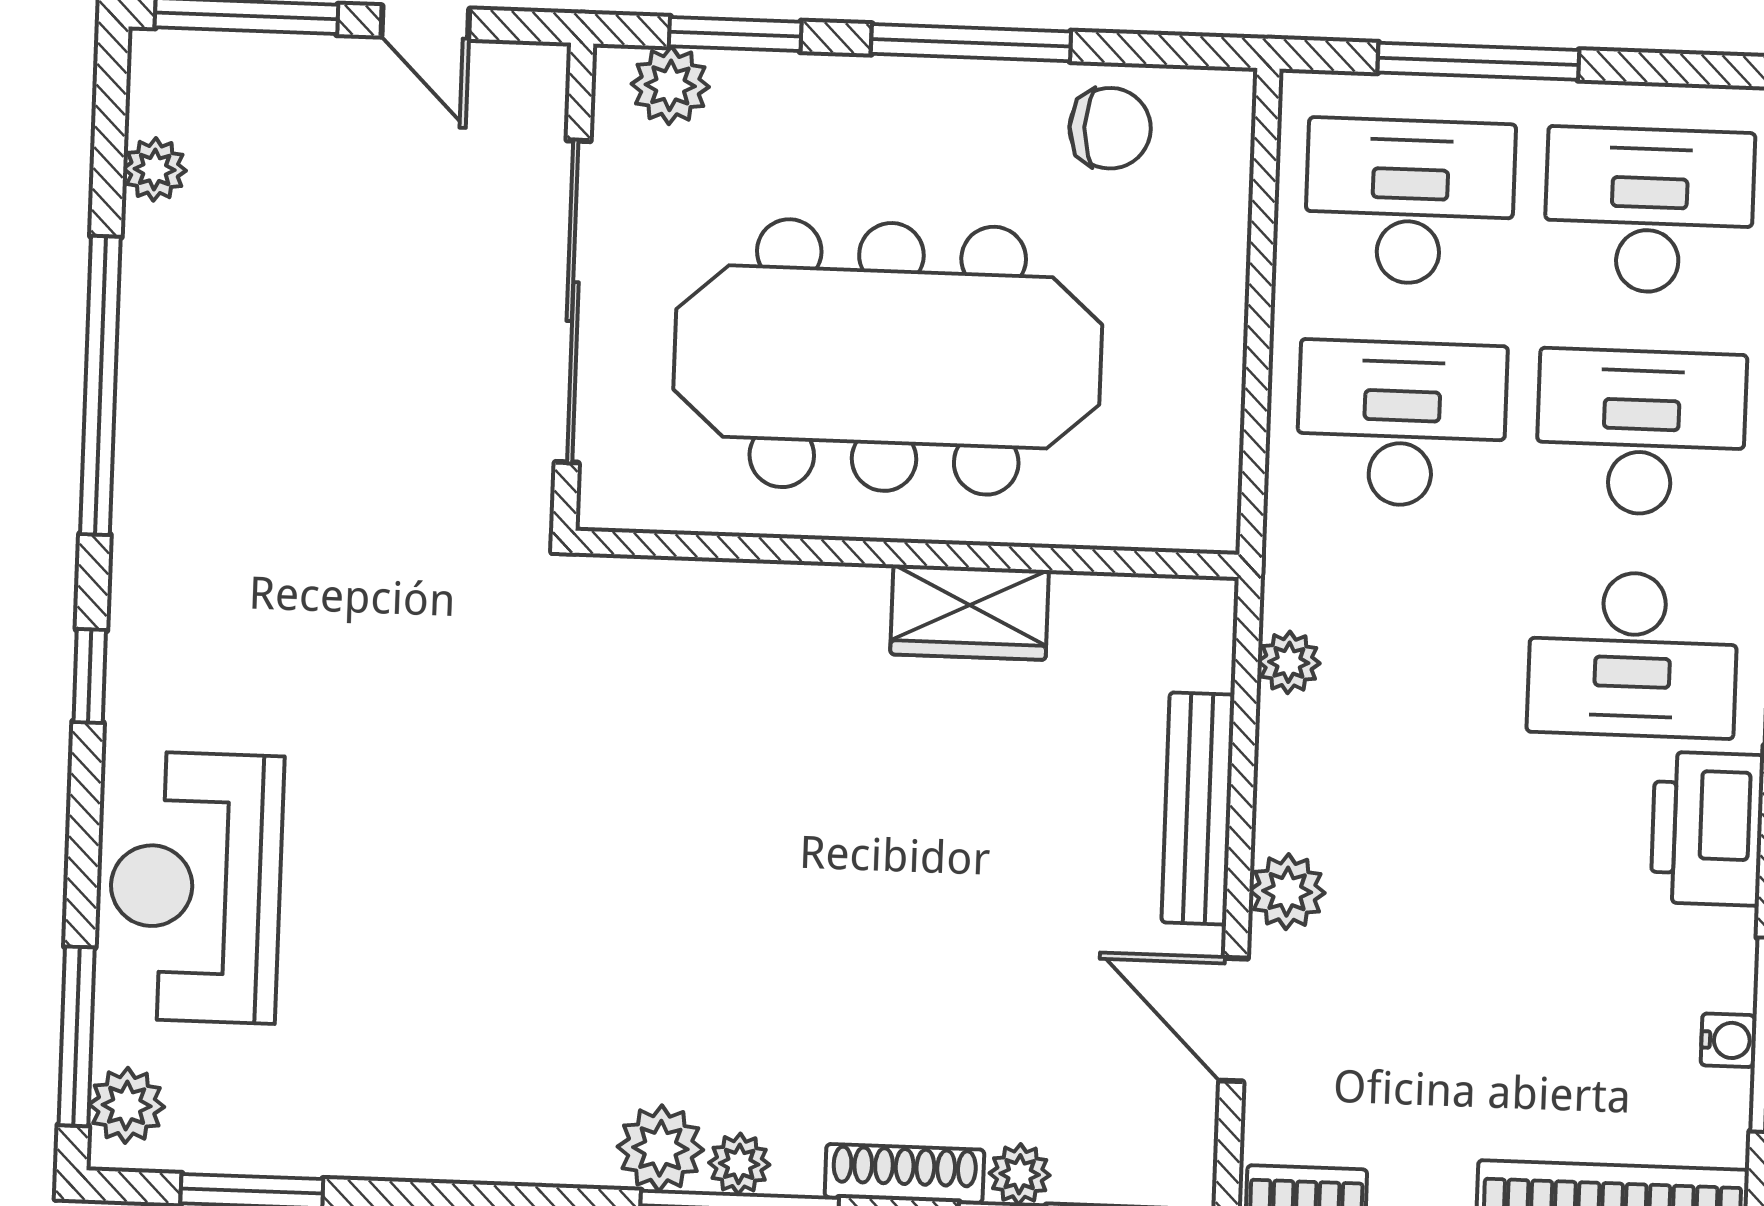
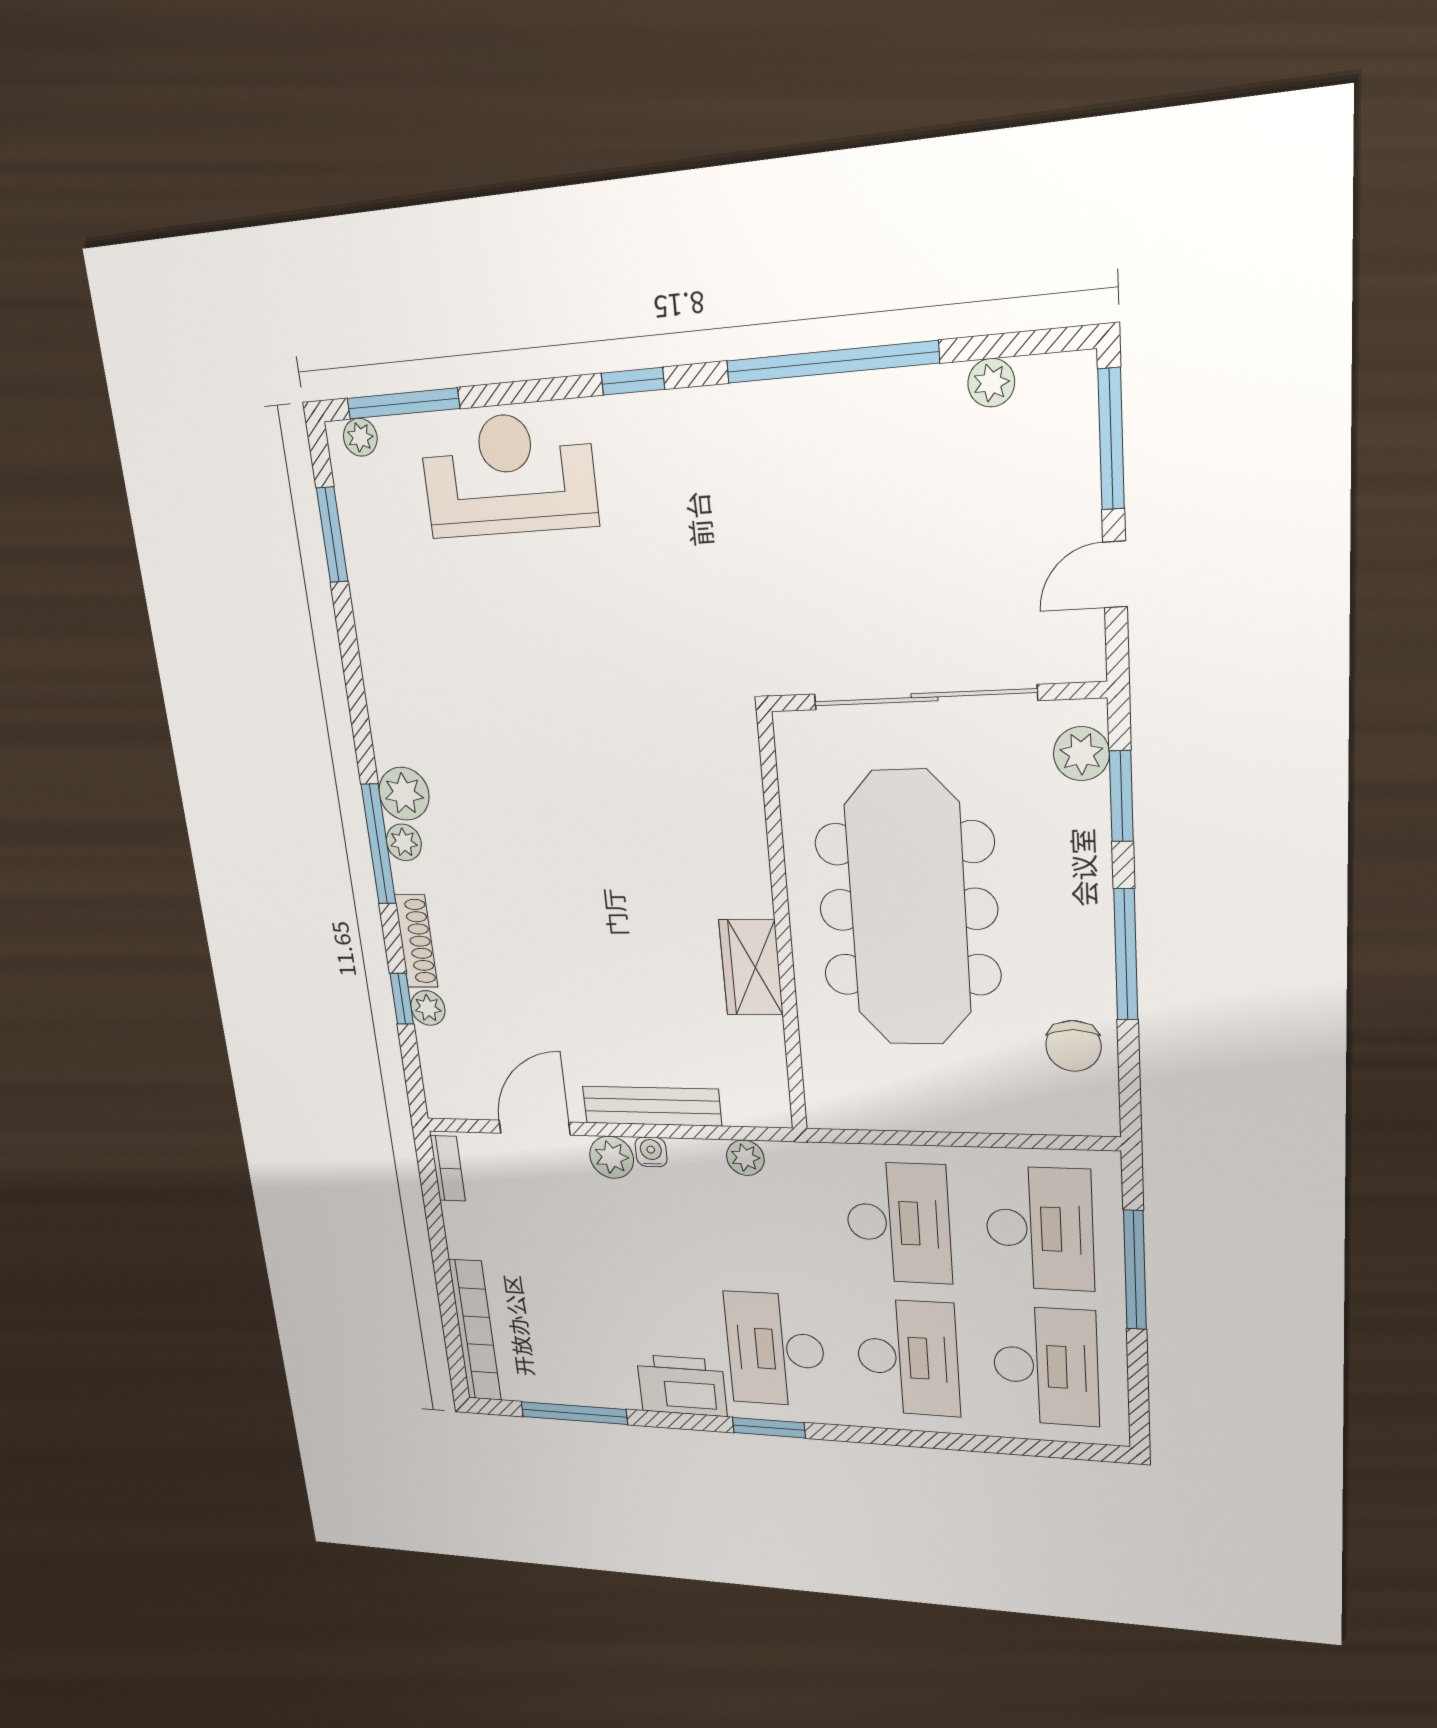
water cooler: (1728, 1040) -> (651, 1152), moved, turned 180
plant: (127, 1105) -> (360, 437), width x0.73, depth x0.73

